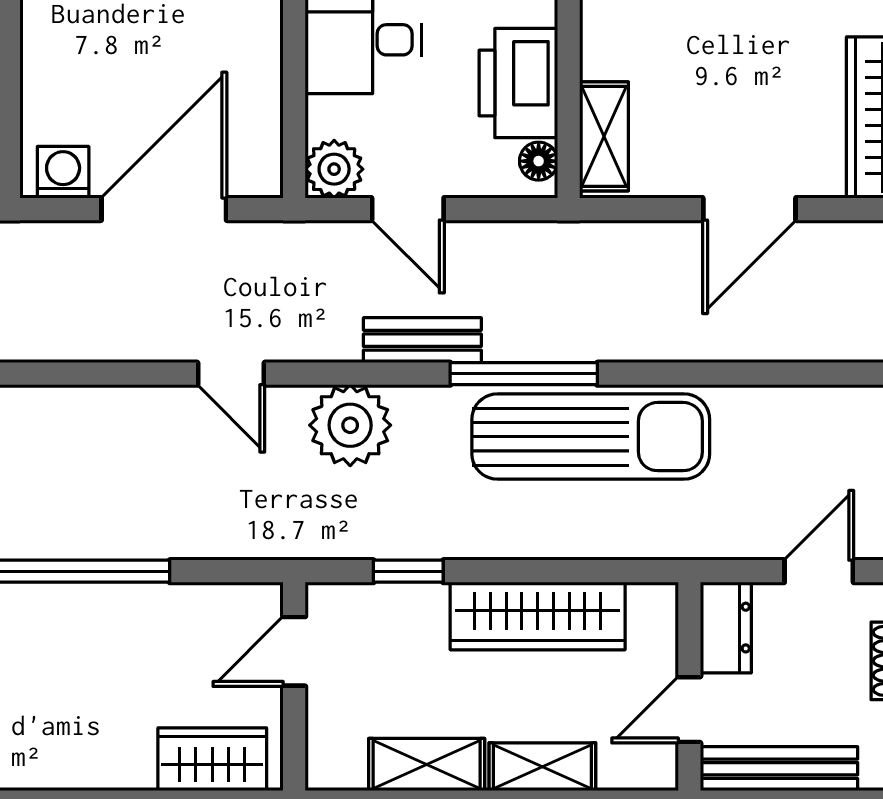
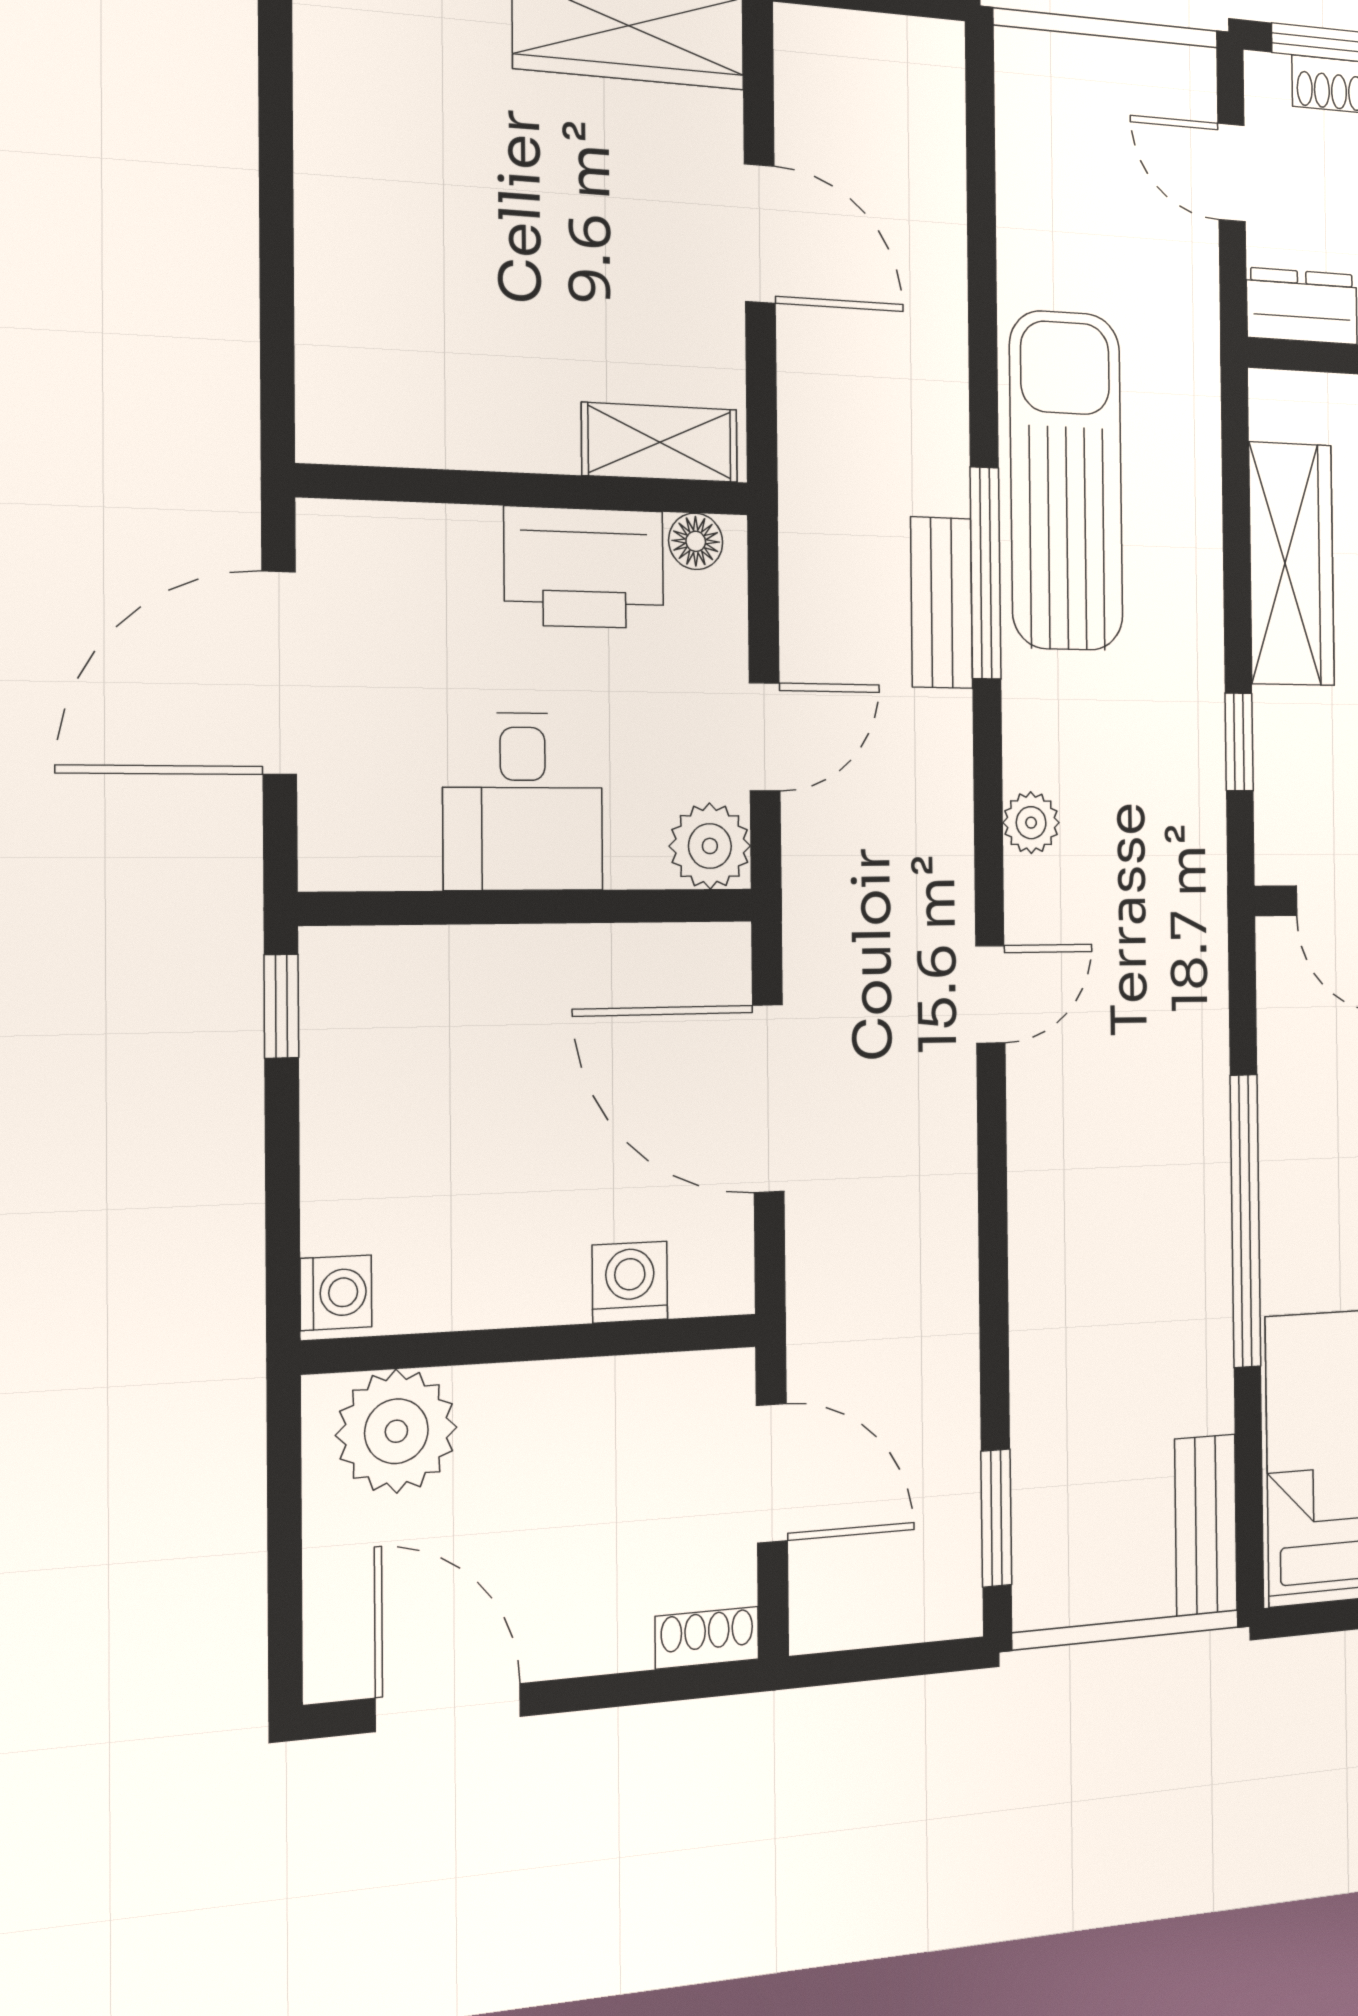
washing machine: (63, 172) -> (630, 1282), moved, turned 90
bench: (422, 340) -> (942, 603), moved
plant: (350, 425) -> (1031, 823), width x0.53, depth x0.53

